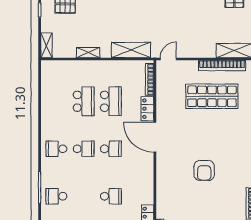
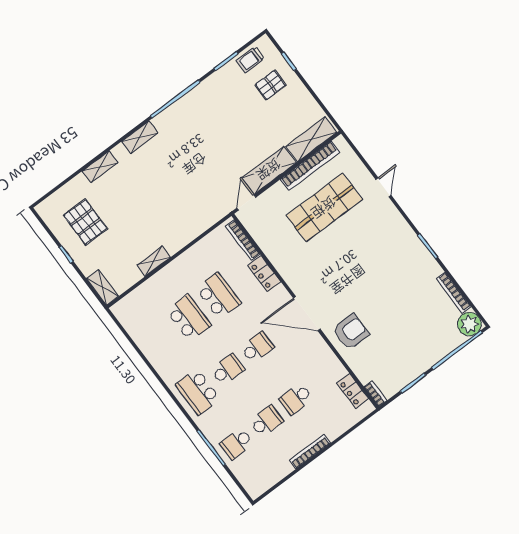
shelving: (131, 50) -> (269, 170), moved
door: (155, 137) -> (307, 314), moved
school desk: (56, 149) -> (198, 392), width x1.85
armchair: (204, 170) -> (351, 332), moved, turned -90
school desk: (84, 196) -> (266, 421), added
school desk: (111, 196) -> (296, 399), turned 180

